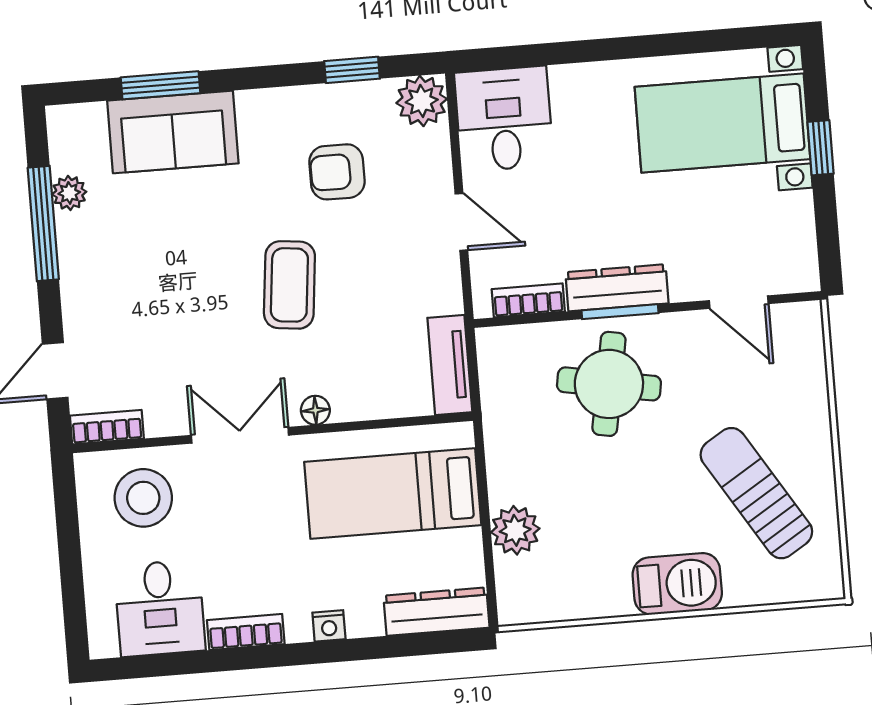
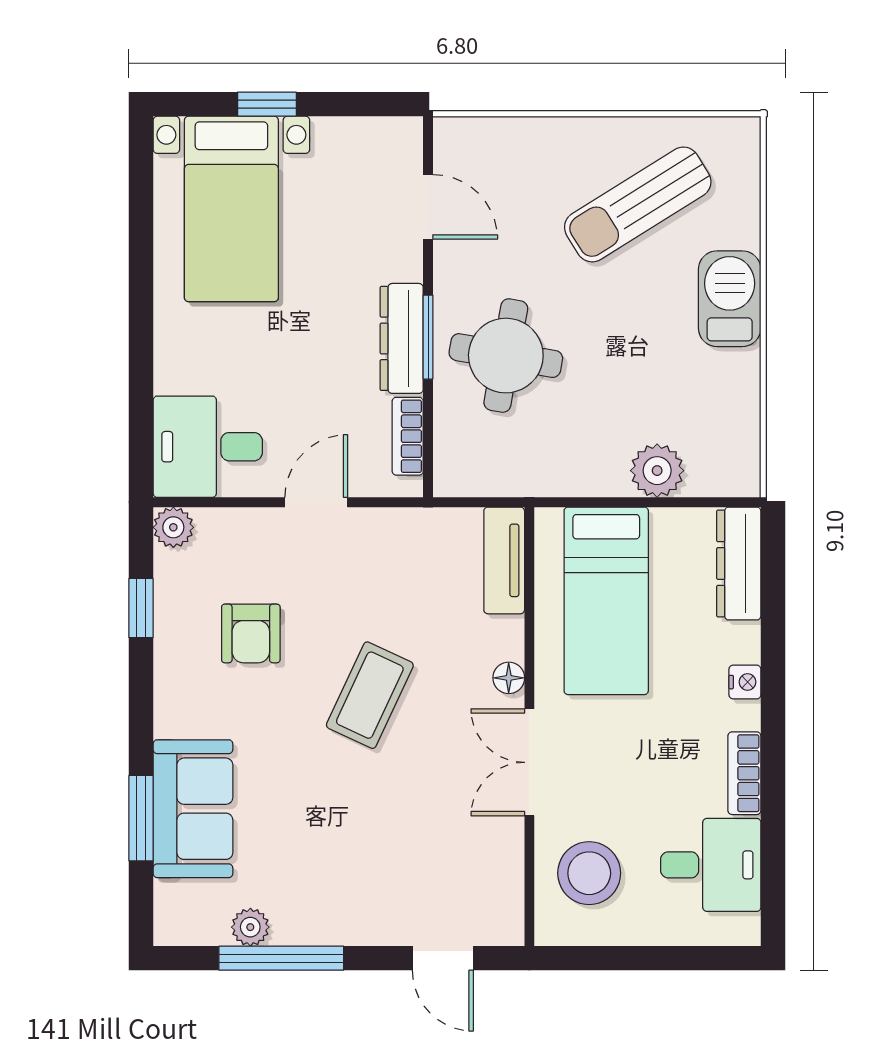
plant: (422, 101) -> (173, 527), width x0.73, depth x0.73
coffee table: (289, 285) -> (370, 695), turned -71
door: (739, 302) -> (428, 207), hinge flipped
tv unit: (450, 365) -> (504, 560), moved, turned 90
bookcase: (107, 427) -> (509, 907), removed

